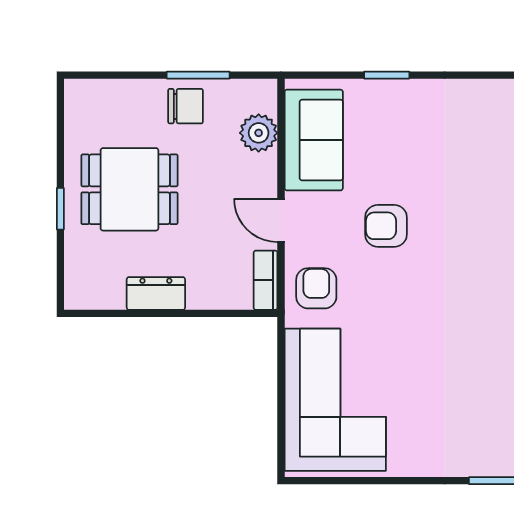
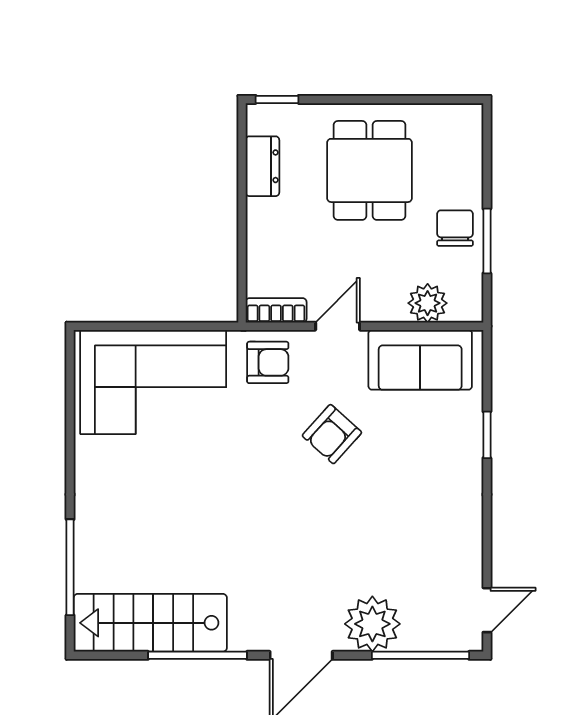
chair: (186, 106) -> (455, 228), turned 180
window: (60, 209) -> (277, 99), moved
armchair: (386, 226) -> (332, 434), turned -138
dresser: (156, 293) -> (262, 166), moved

